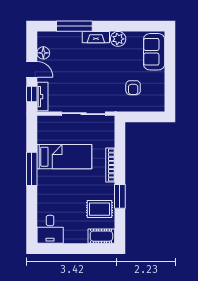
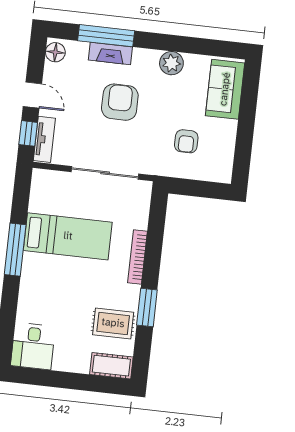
fireplace: (96, 37) -> (110, 54), moved
floor lamp: (43, 53) -> (55, 52), moved
armchair: (88, 67) -> (120, 102), added

